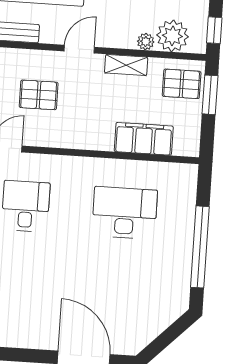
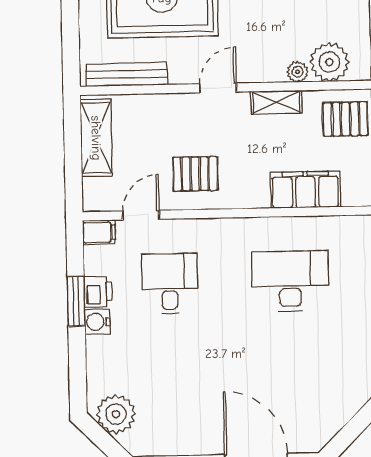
pallet: (39, 95) -> (195, 174), moved

